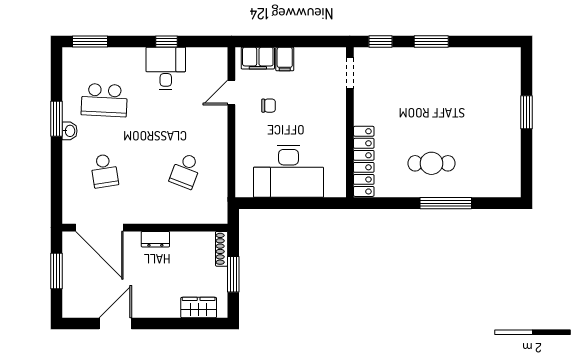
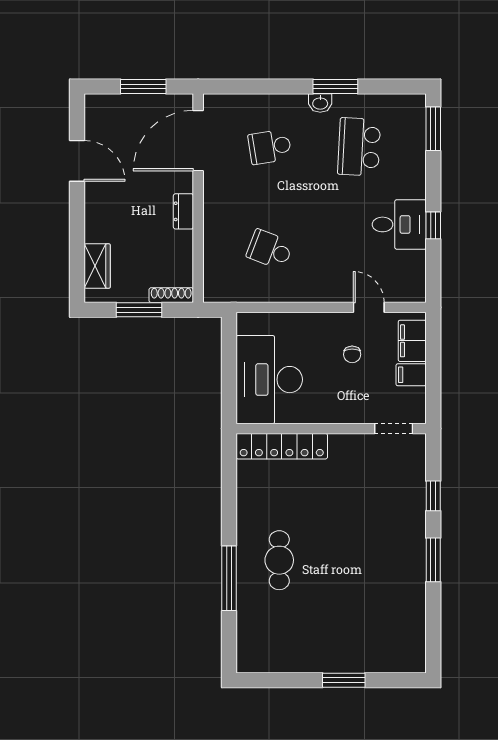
doorway: (350, 73) -> (394, 429), moved
wall: (350, 122) -> (331, 429), moved
locker: (364, 161) -> (282, 446), moved

